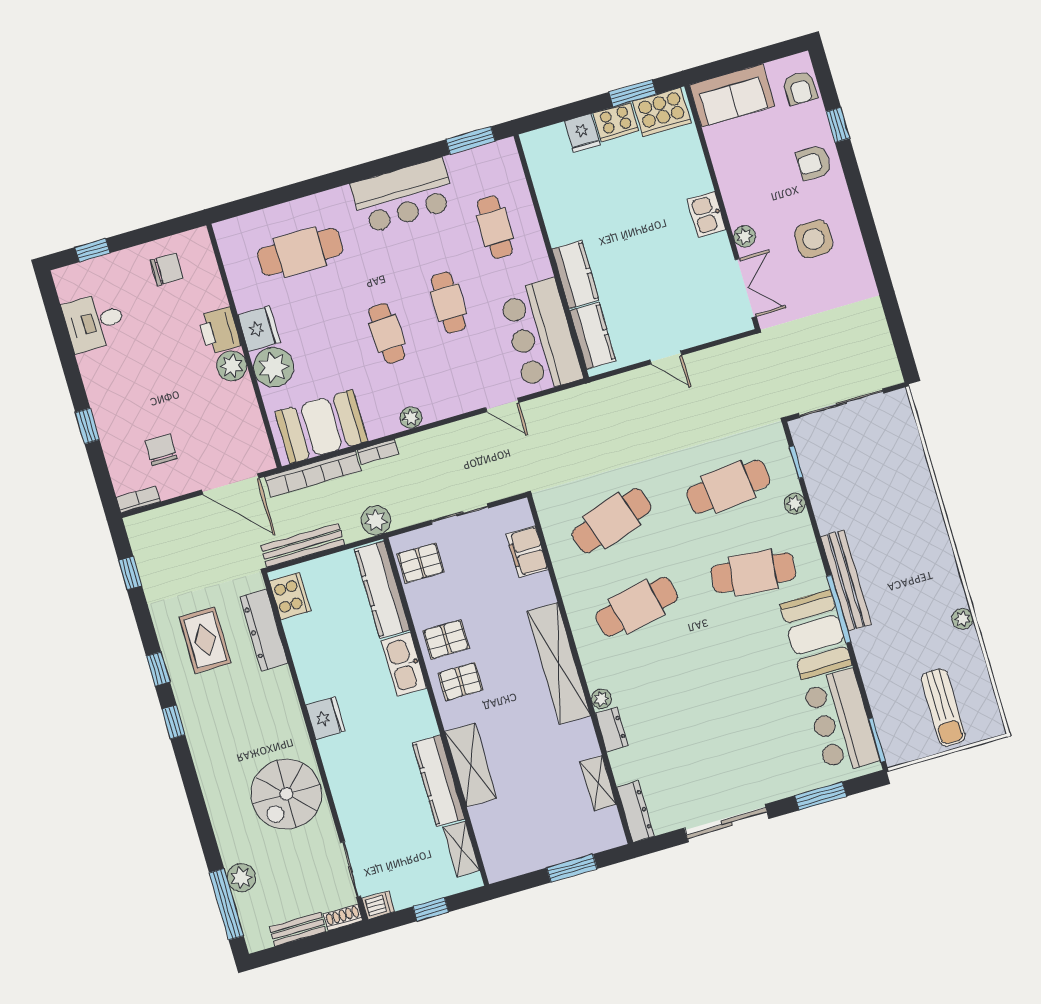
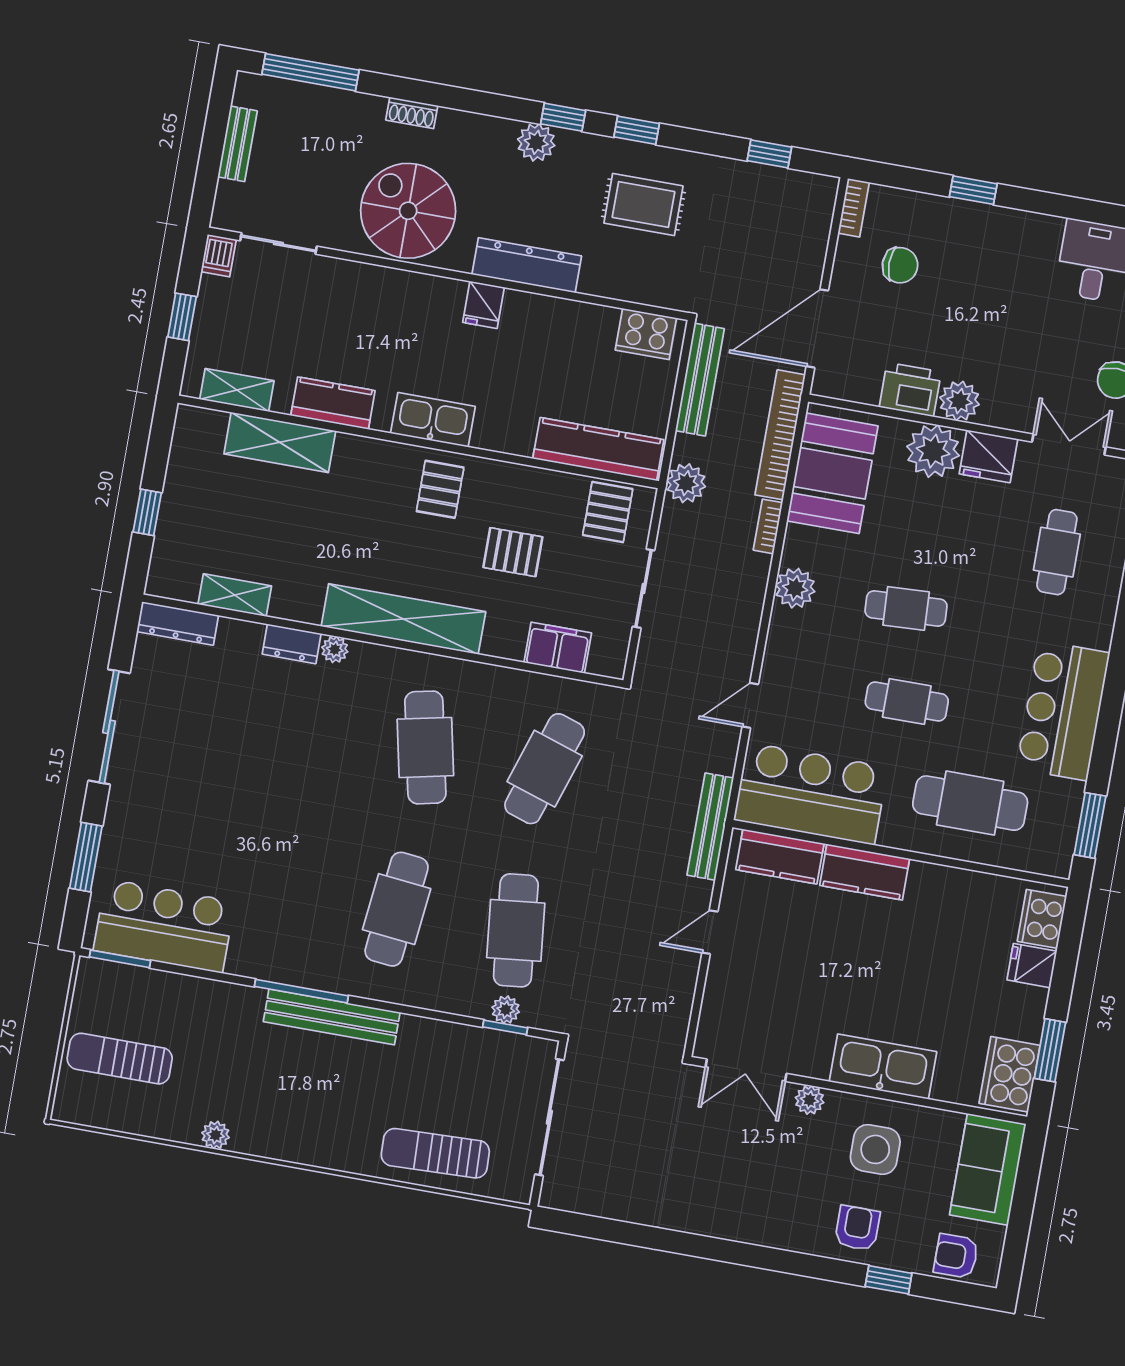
cooker: (616, 122) -> (1042, 919), moved
kitchen sink: (706, 214) -> (883, 1067), width x1.88, depth x1.24
cafe table: (495, 227) -> (970, 803), width x1.37, depth x1.35
side table: (814, 239) -> (875, 1149), moved
cafe table: (300, 252) -> (1057, 552), width x0.73, depth x0.74
double door: (225, 279) -> (1069, 444), added
printer: (219, 331) -> (910, 389), moved
bench: (596, 392) -> (710, 827), added
plant: (411, 418) -> (795, 588), width x1.38, depth x1.38
sun lounger: (902, 467) -> (435, 1153), added
plant: (795, 504) -> (506, 1010), moved
cafe table: (612, 521) -> (545, 769), turned 36
dresser: (264, 630) -> (527, 265), moved
booth: (816, 635) -> (284, 948), removed
pallet: (446, 639) -> (513, 552), moved, turned 90
kitchen sink: (404, 664) -> (433, 420), moved
fridge: (325, 718) -> (484, 305), width x0.72
shelving: (471, 765) -> (280, 442), moved
kitchen counter: (439, 781) -> (333, 403), width x0.67
window: (572, 868) -> (147, 512), width x0.67
plant: (241, 878) -> (536, 142), moved
shoe rack: (343, 918) -> (412, 113), moved, turned 90

